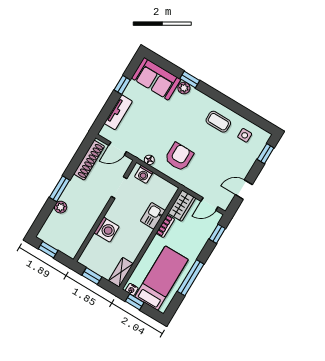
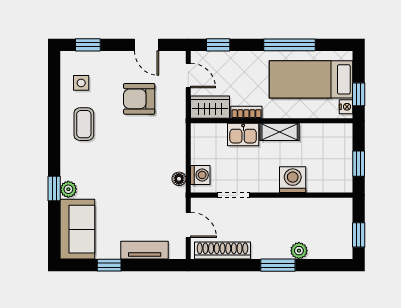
armchair: (179, 157) -> (139, 99), moved
shelving: (121, 272) -> (280, 132), moved

